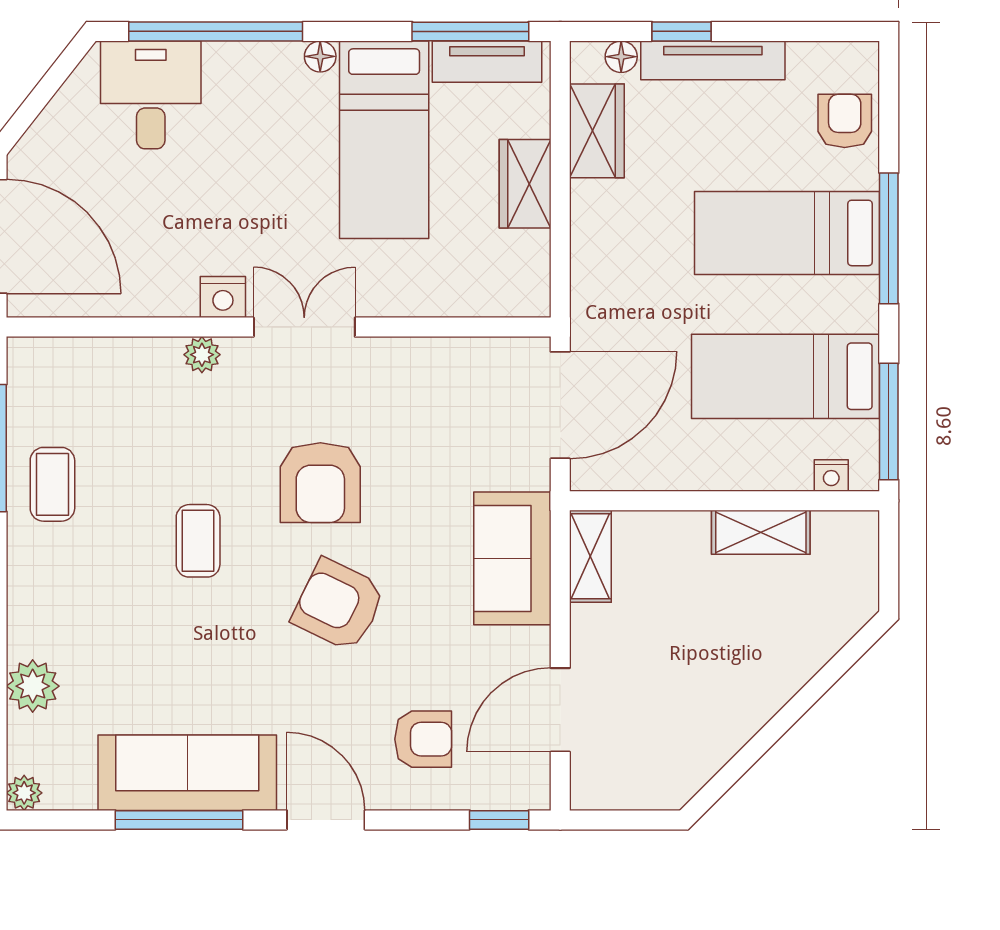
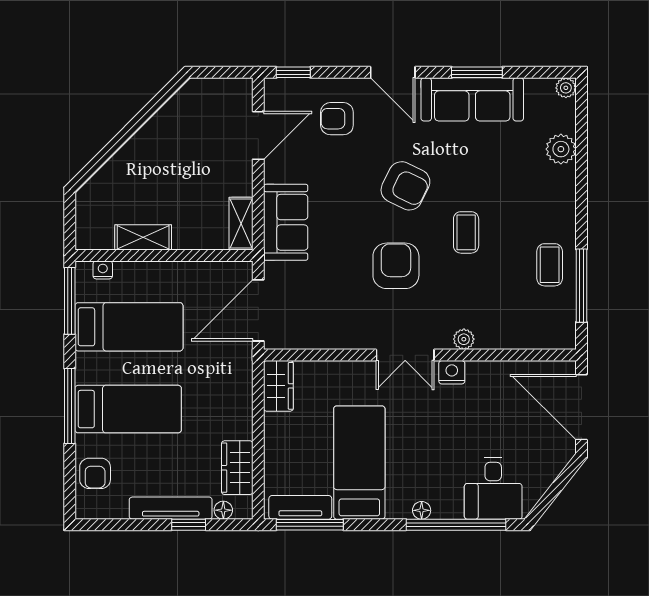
floor lamp: (320, 56) -> (422, 510), moved
wardrobe: (525, 184) -> (278, 386), moved
armchair: (339, 605) -> (405, 186), moved
window: (179, 820) -> (477, 72), width x0.69

